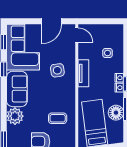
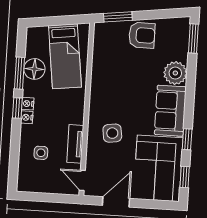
tv unit: (83, 73) -> (75, 144), moved
coffee table: (58, 118) -> (116, 66), removed

